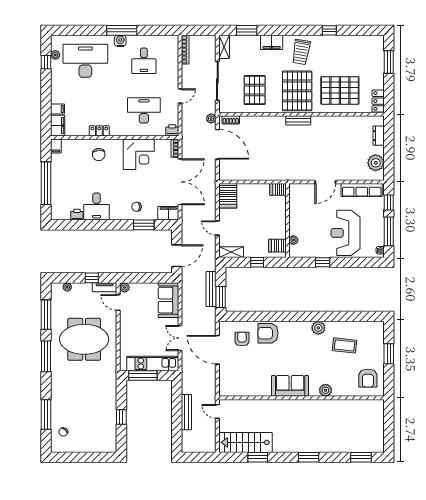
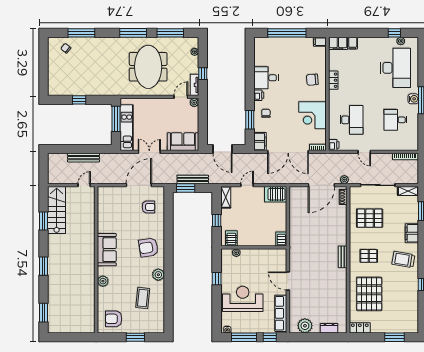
pallet: (297, 91) -> (369, 256), width x0.49, depth x0.50
printer: (77, 215) -> (259, 95), moved
armchair: (268, 333) -> (149, 247), moved, turned -99

